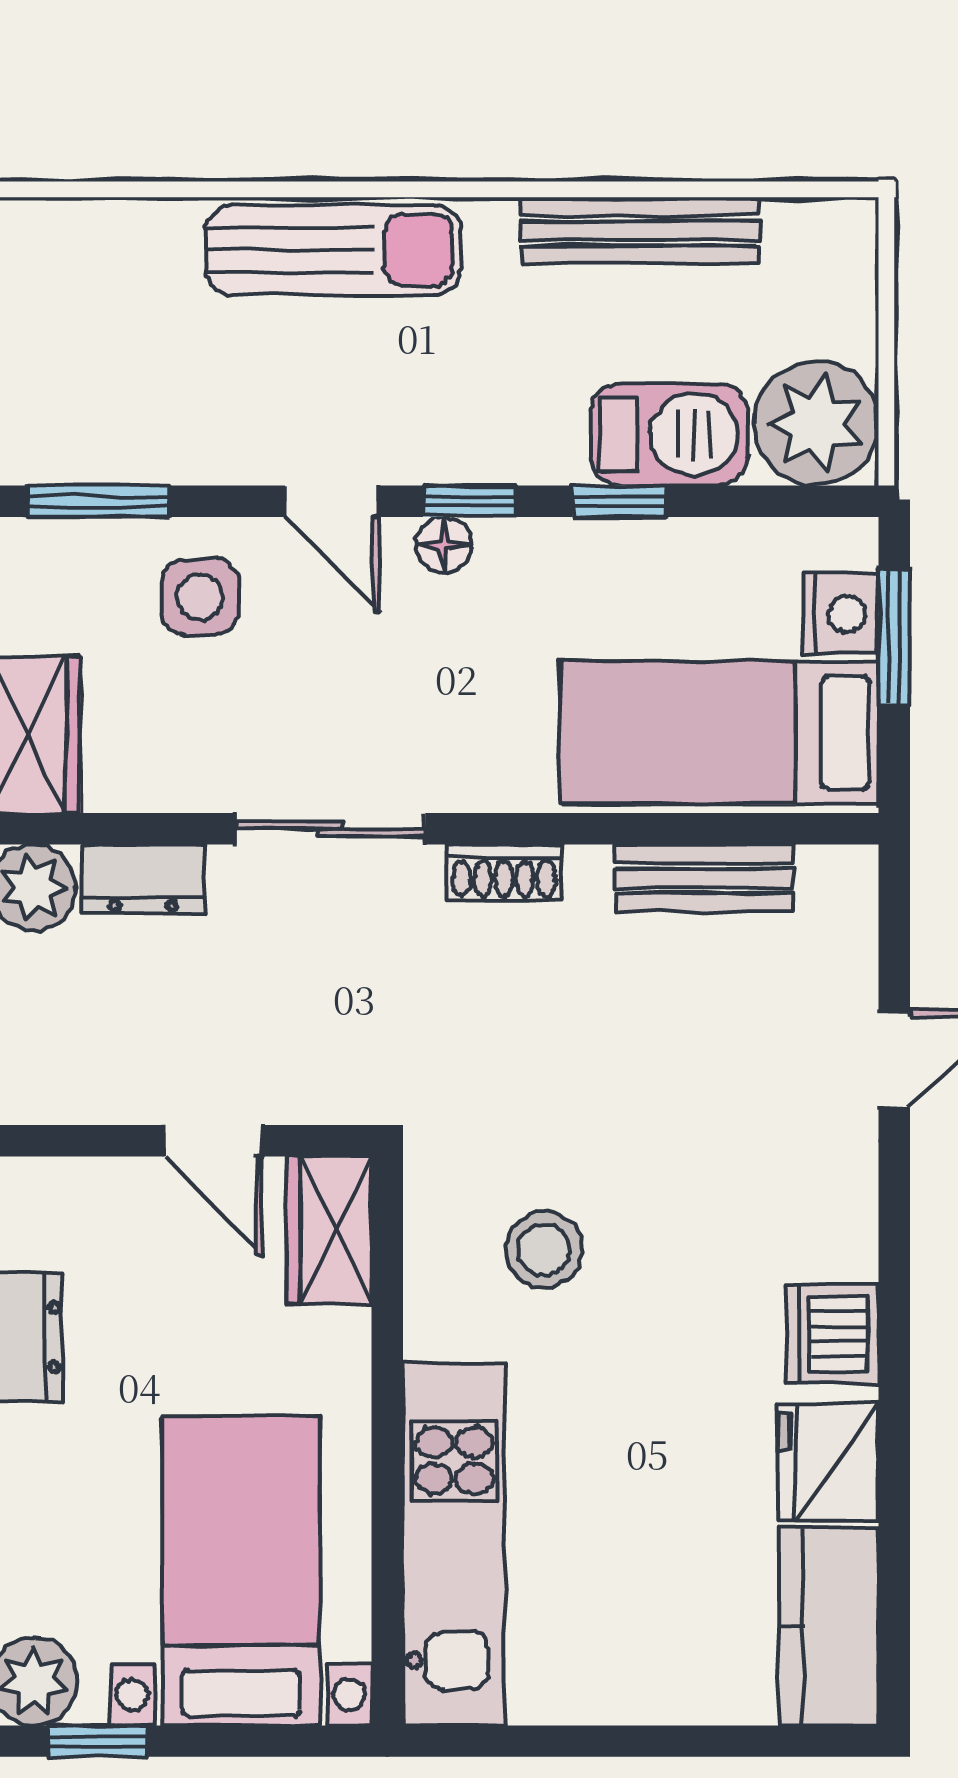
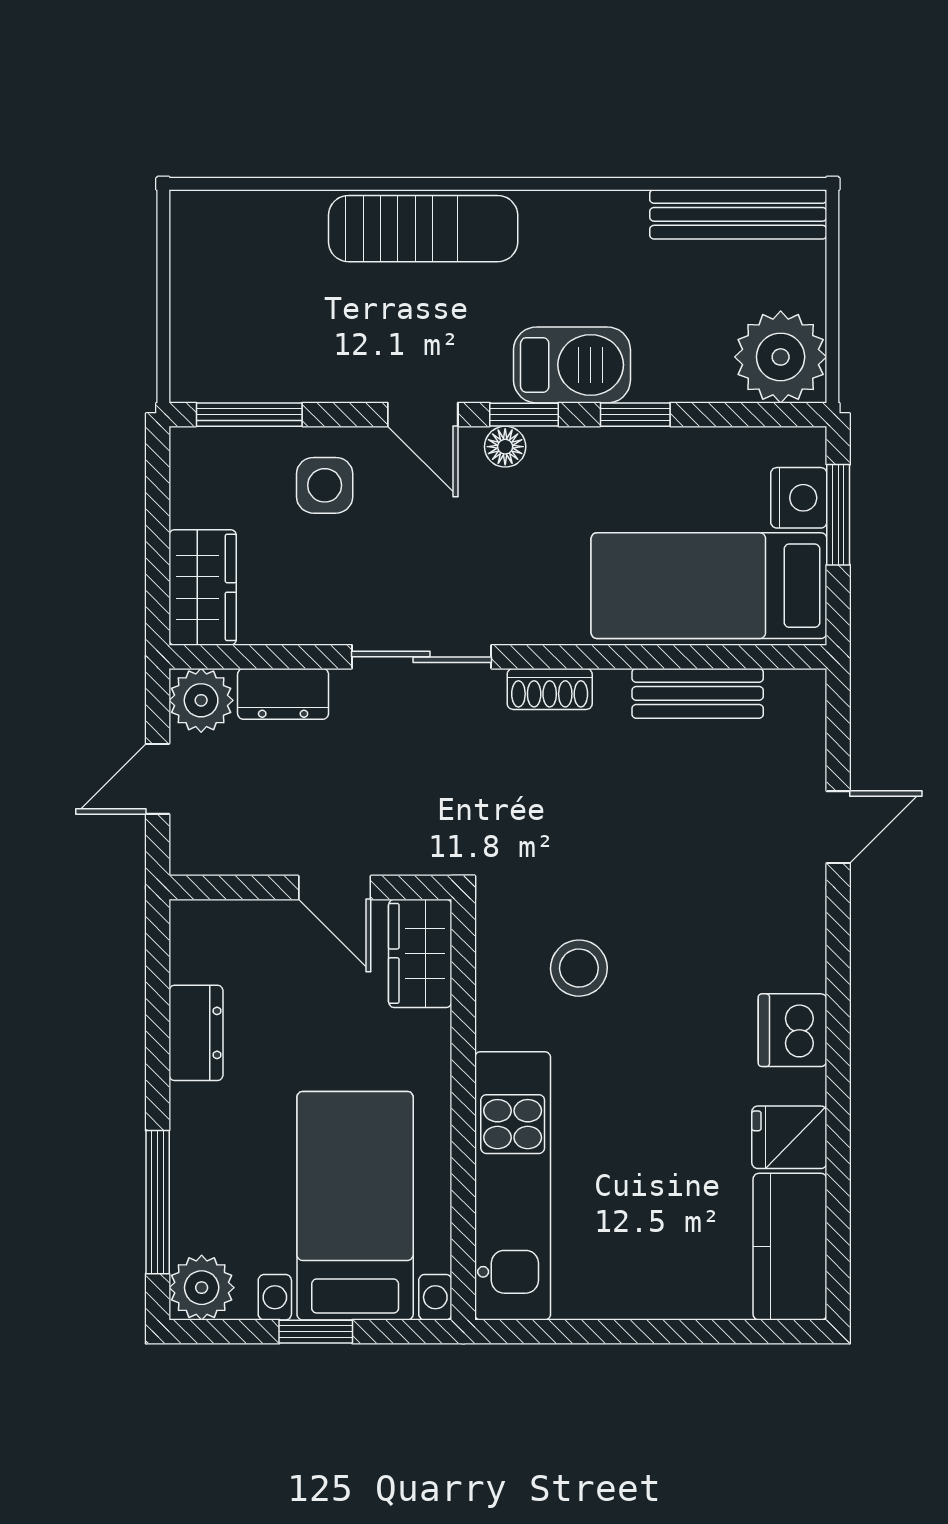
bench: (640, 231) -> (738, 214), moved
barbecue: (669, 434) -> (572, 365), moved
fridge: (828, 1462) -> (789, 1137), width x0.72
window: (98, 1741) -> (316, 1332), moved

